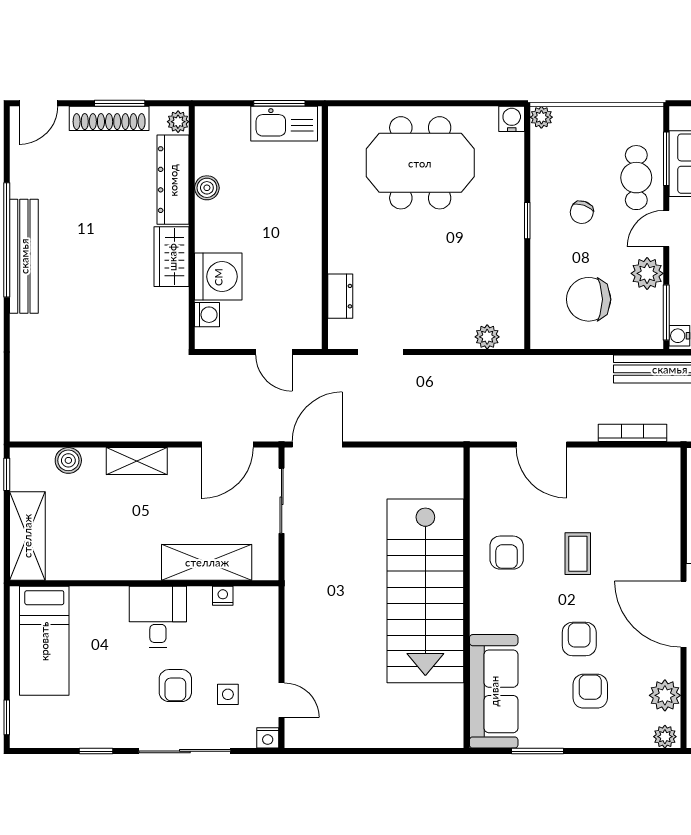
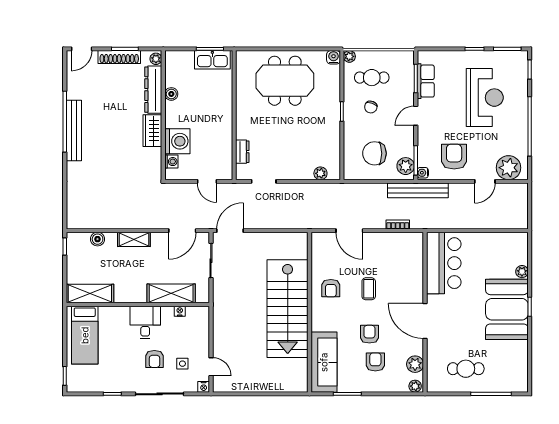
cafe table: (636, 178) -> (372, 78), moved, turned 90
plant: (647, 273) -> (406, 166), moved
bookcase: (632, 433) -> (398, 224), width x0.64
shelving: (27, 536) -> (90, 294), moved, turned 90

